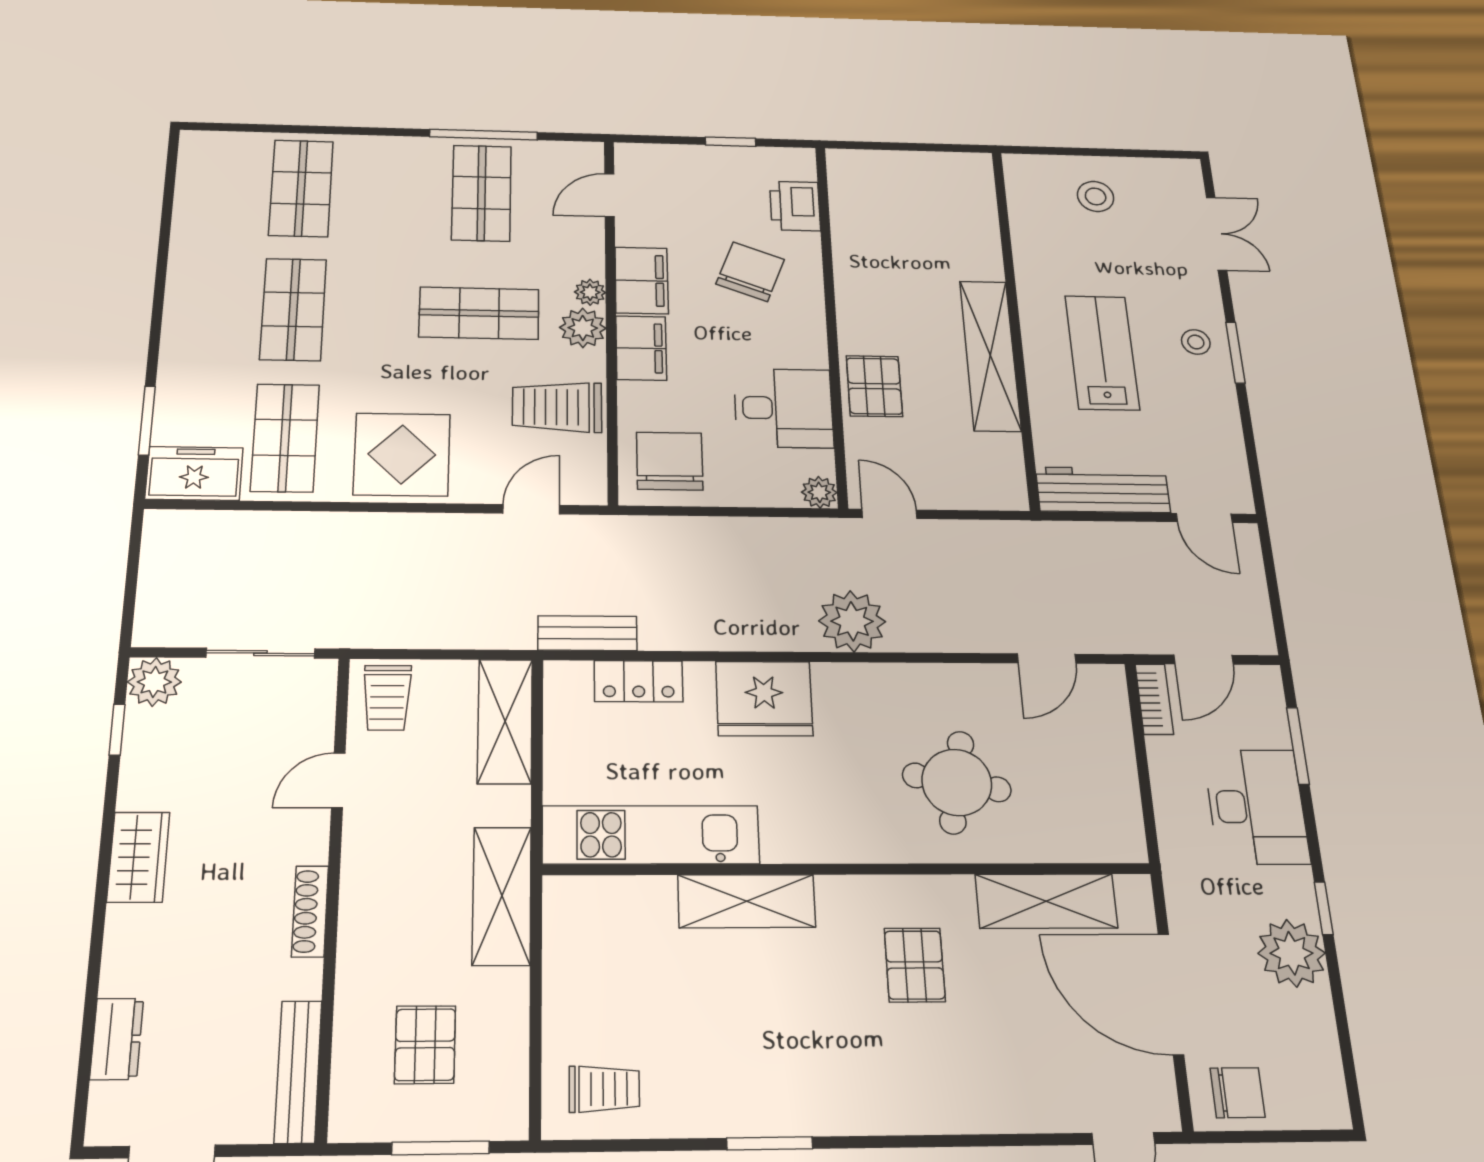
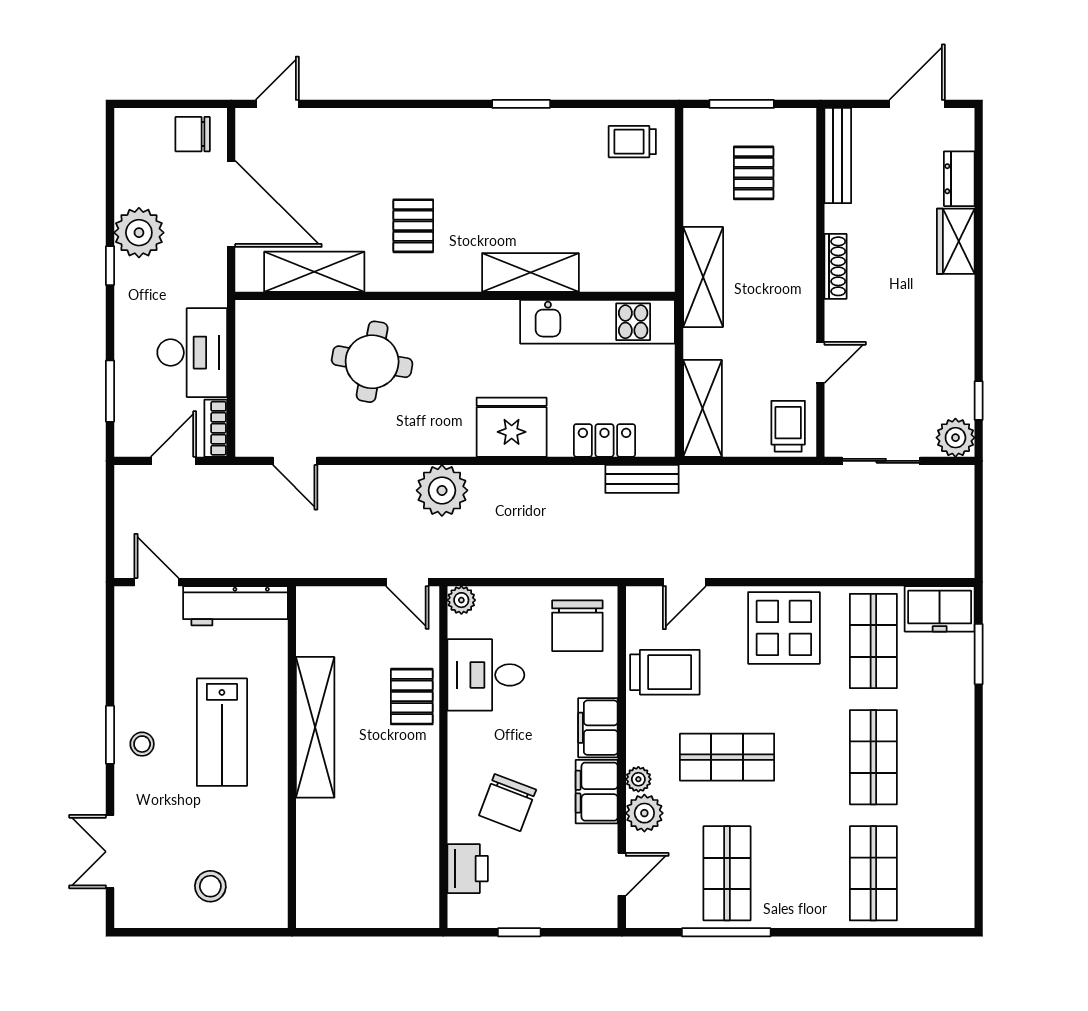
plant: (583, 328) -> (644, 813), moved
door: (1047, 659) -> (295, 461), swing flipped
desk: (1256, 807) -> (192, 353), moved, turned 180
wardrobe: (138, 857) -> (956, 241), moved

